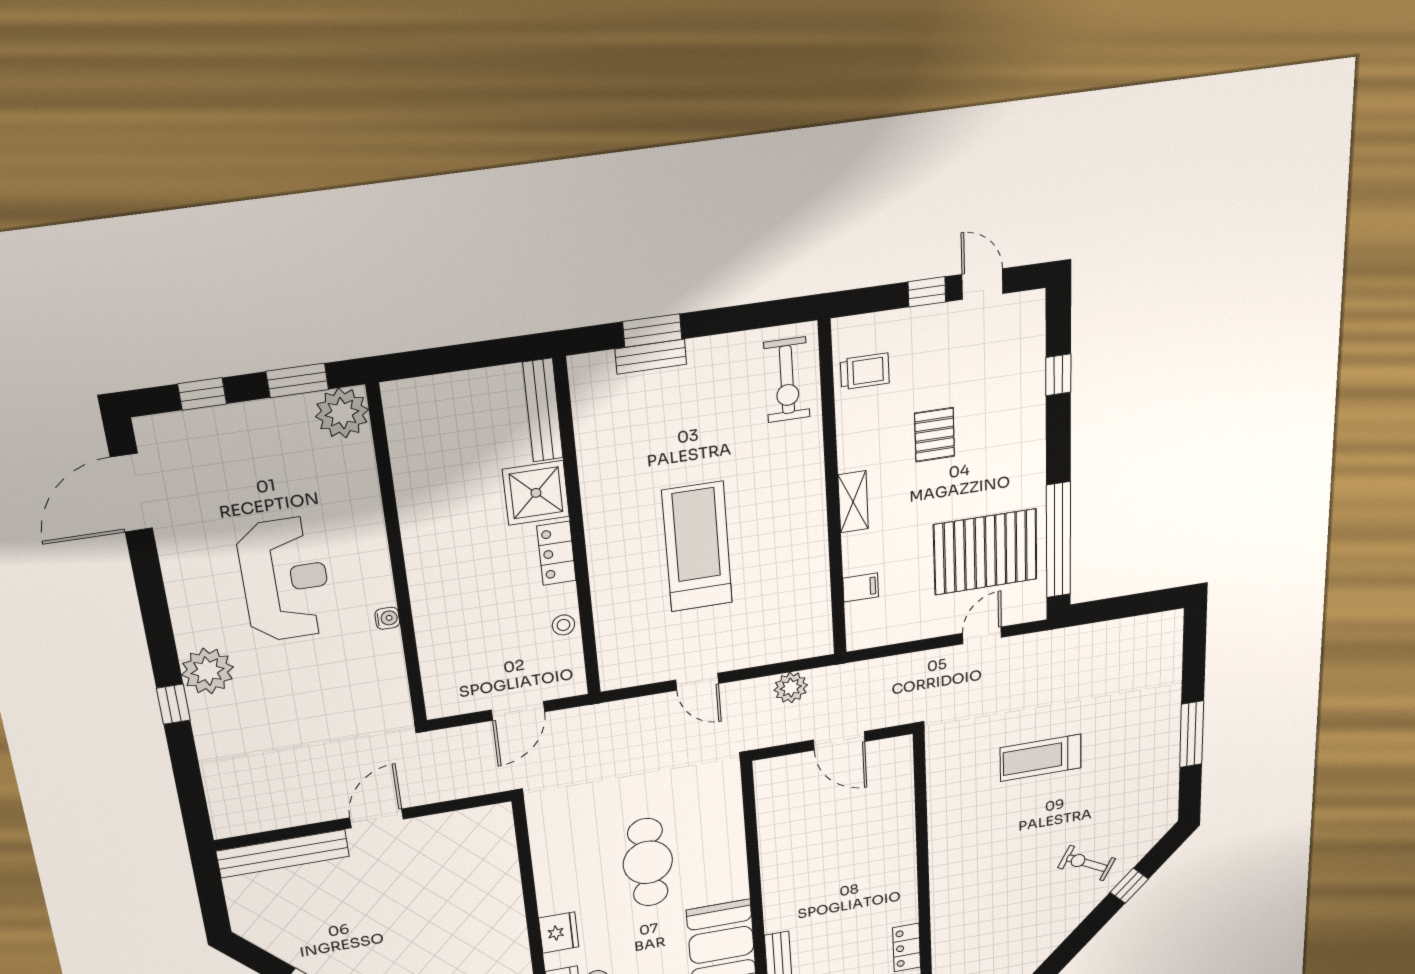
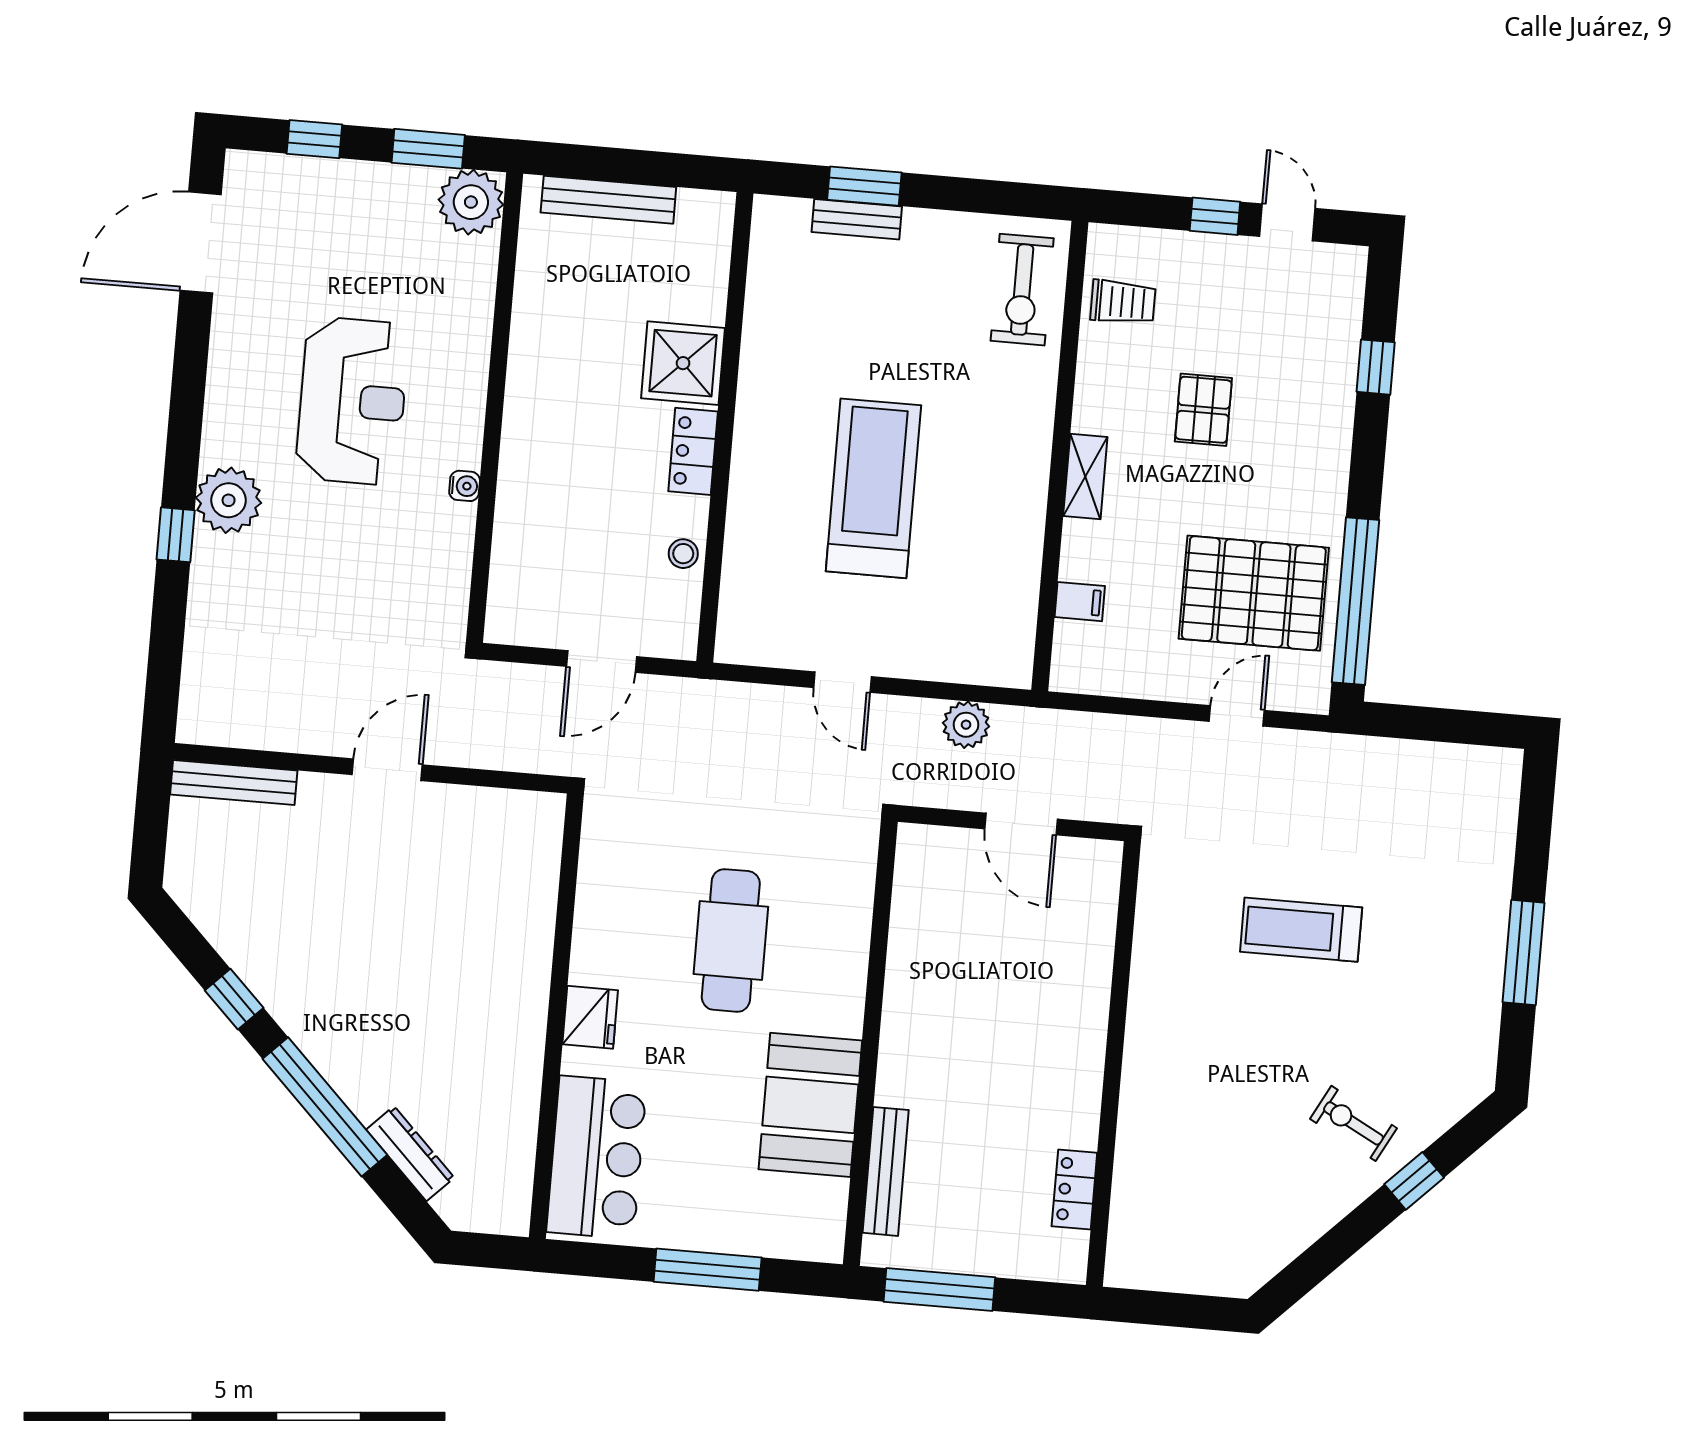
bench: (543, 410) -> (608, 200), moved, turned 90
bench: (283, 854) -> (234, 782), width x0.73, depth x0.82

